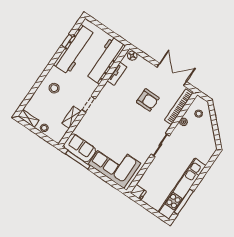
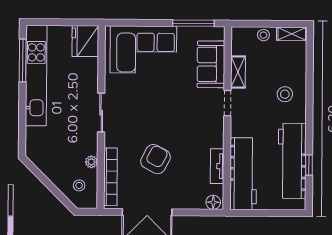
armchair: (148, 100) -> (156, 159), turned 118
sofa: (80, 148) -> (211, 64), moved, turned 90
fridge: (138, 192) -> (85, 41), width x1.88, depth x1.34

